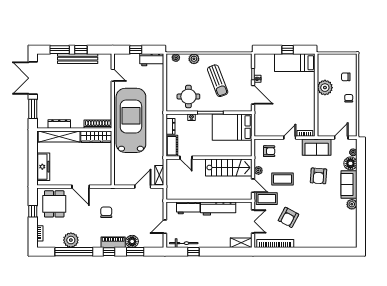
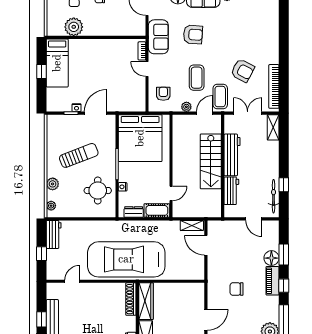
plant: (325, 88) -> (74, 27), moved
bed: (232, 127) -> (140, 138), width x1.36
stairs: (229, 168) -> (211, 161), moved, turned 180

